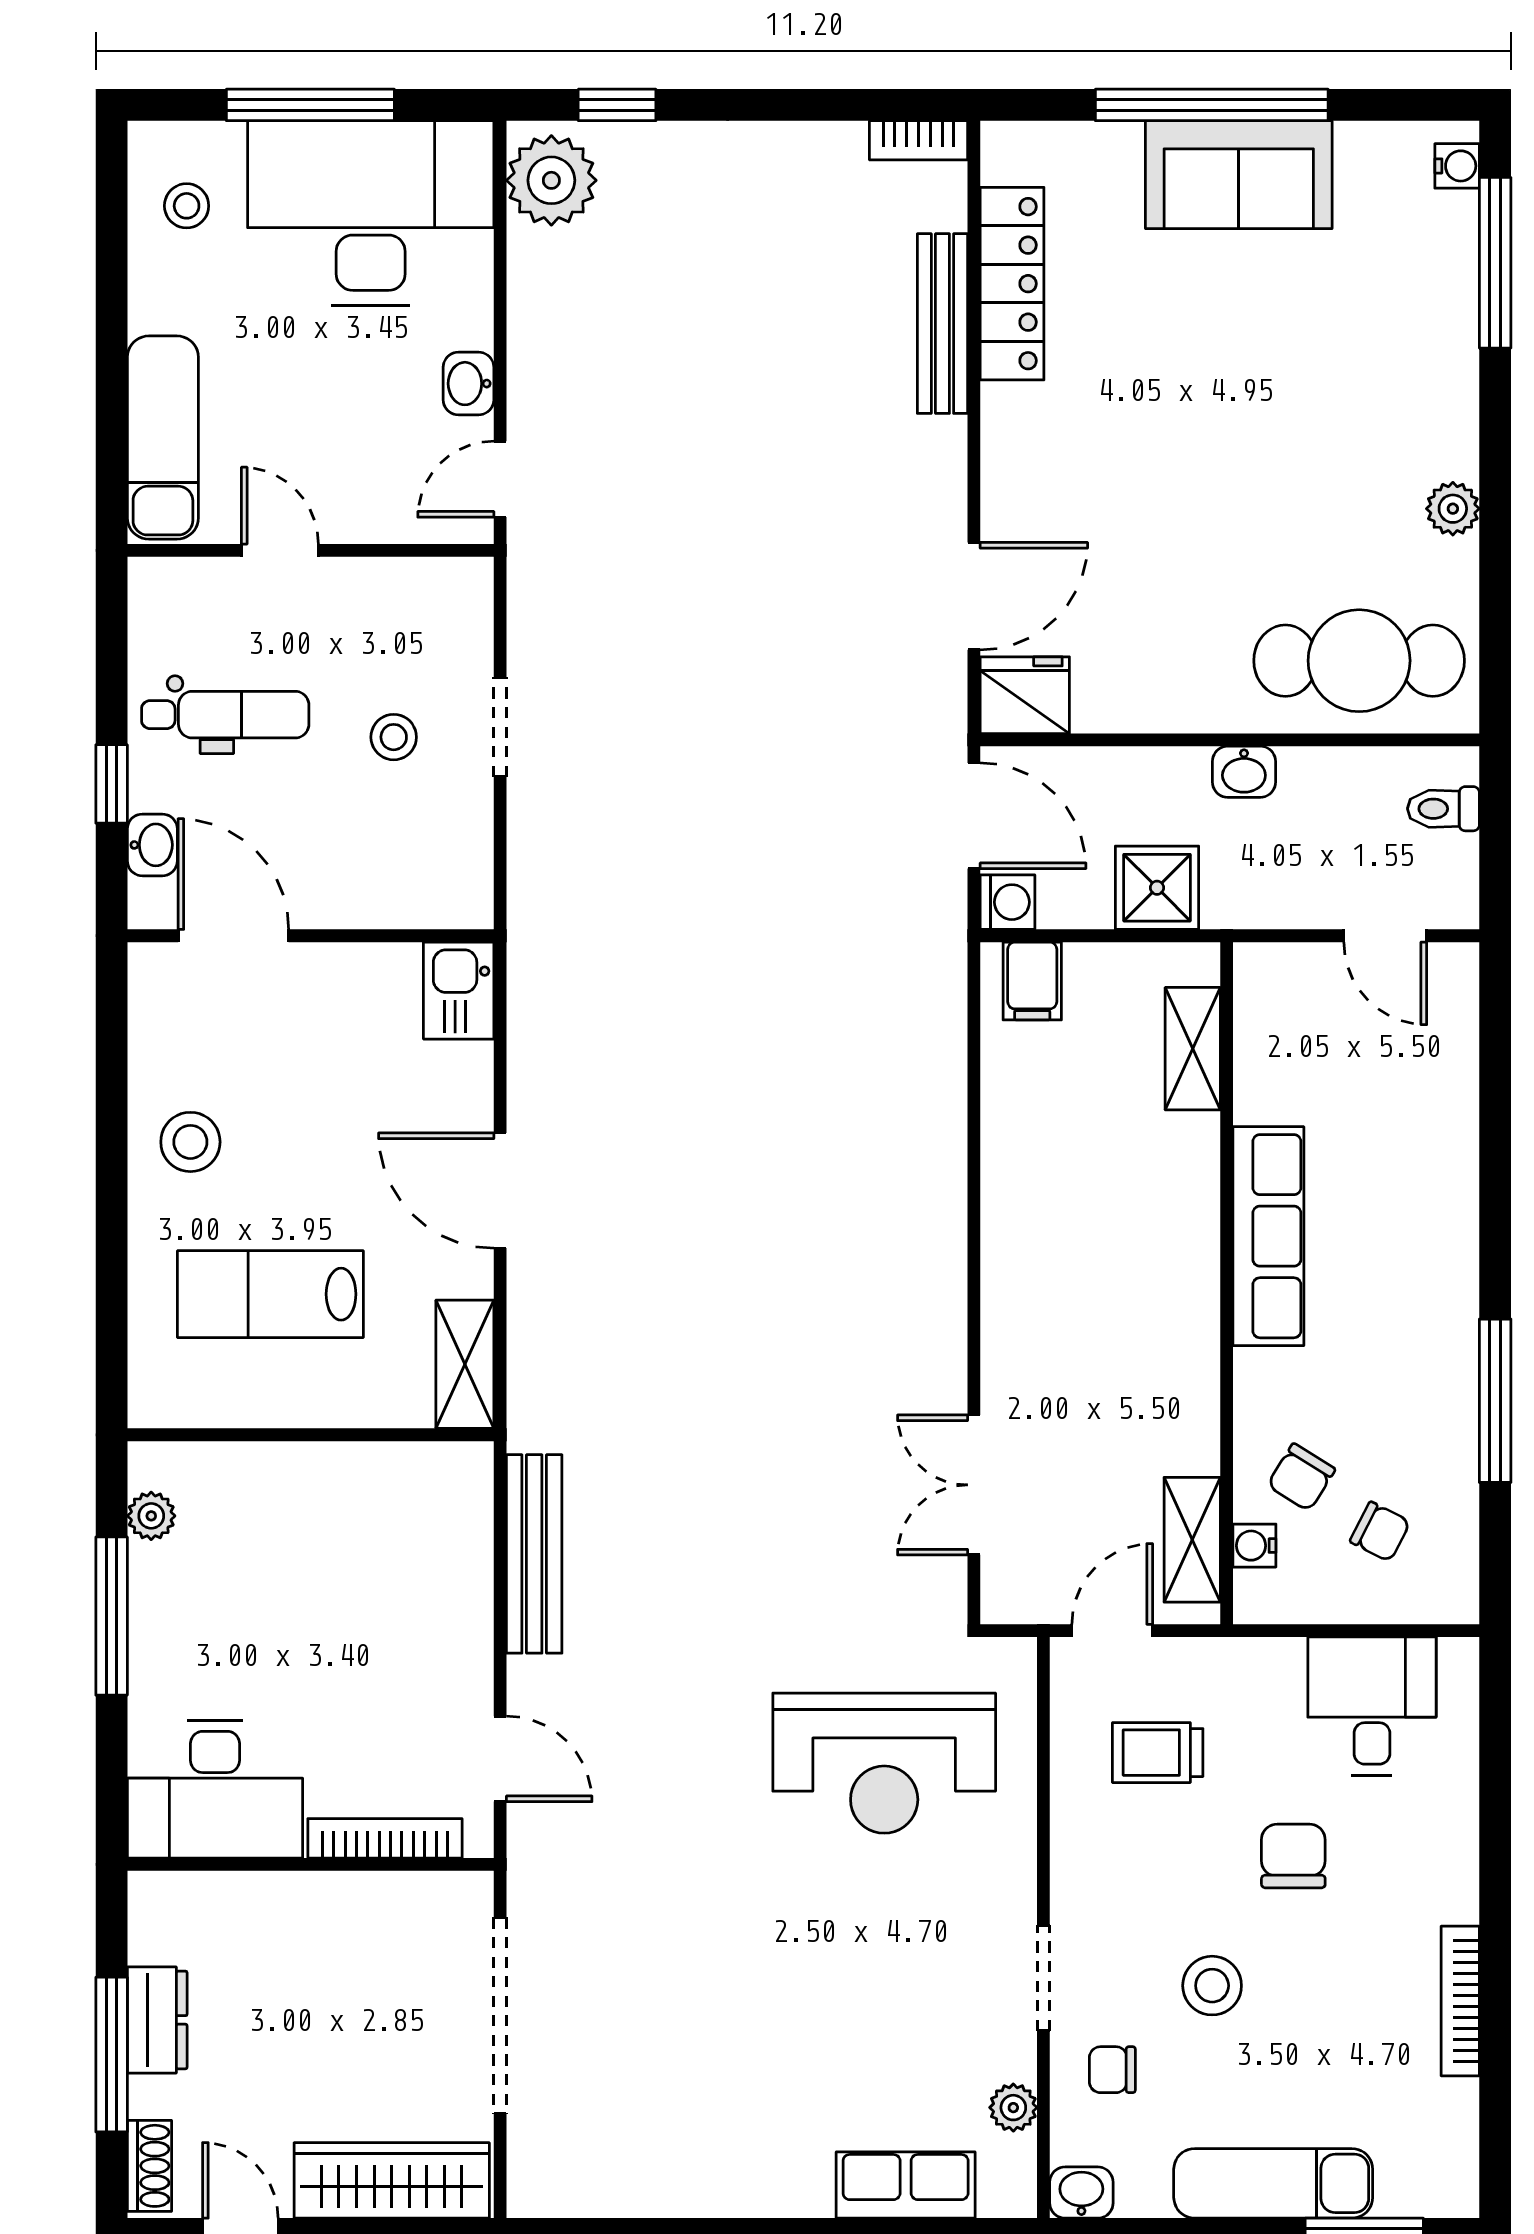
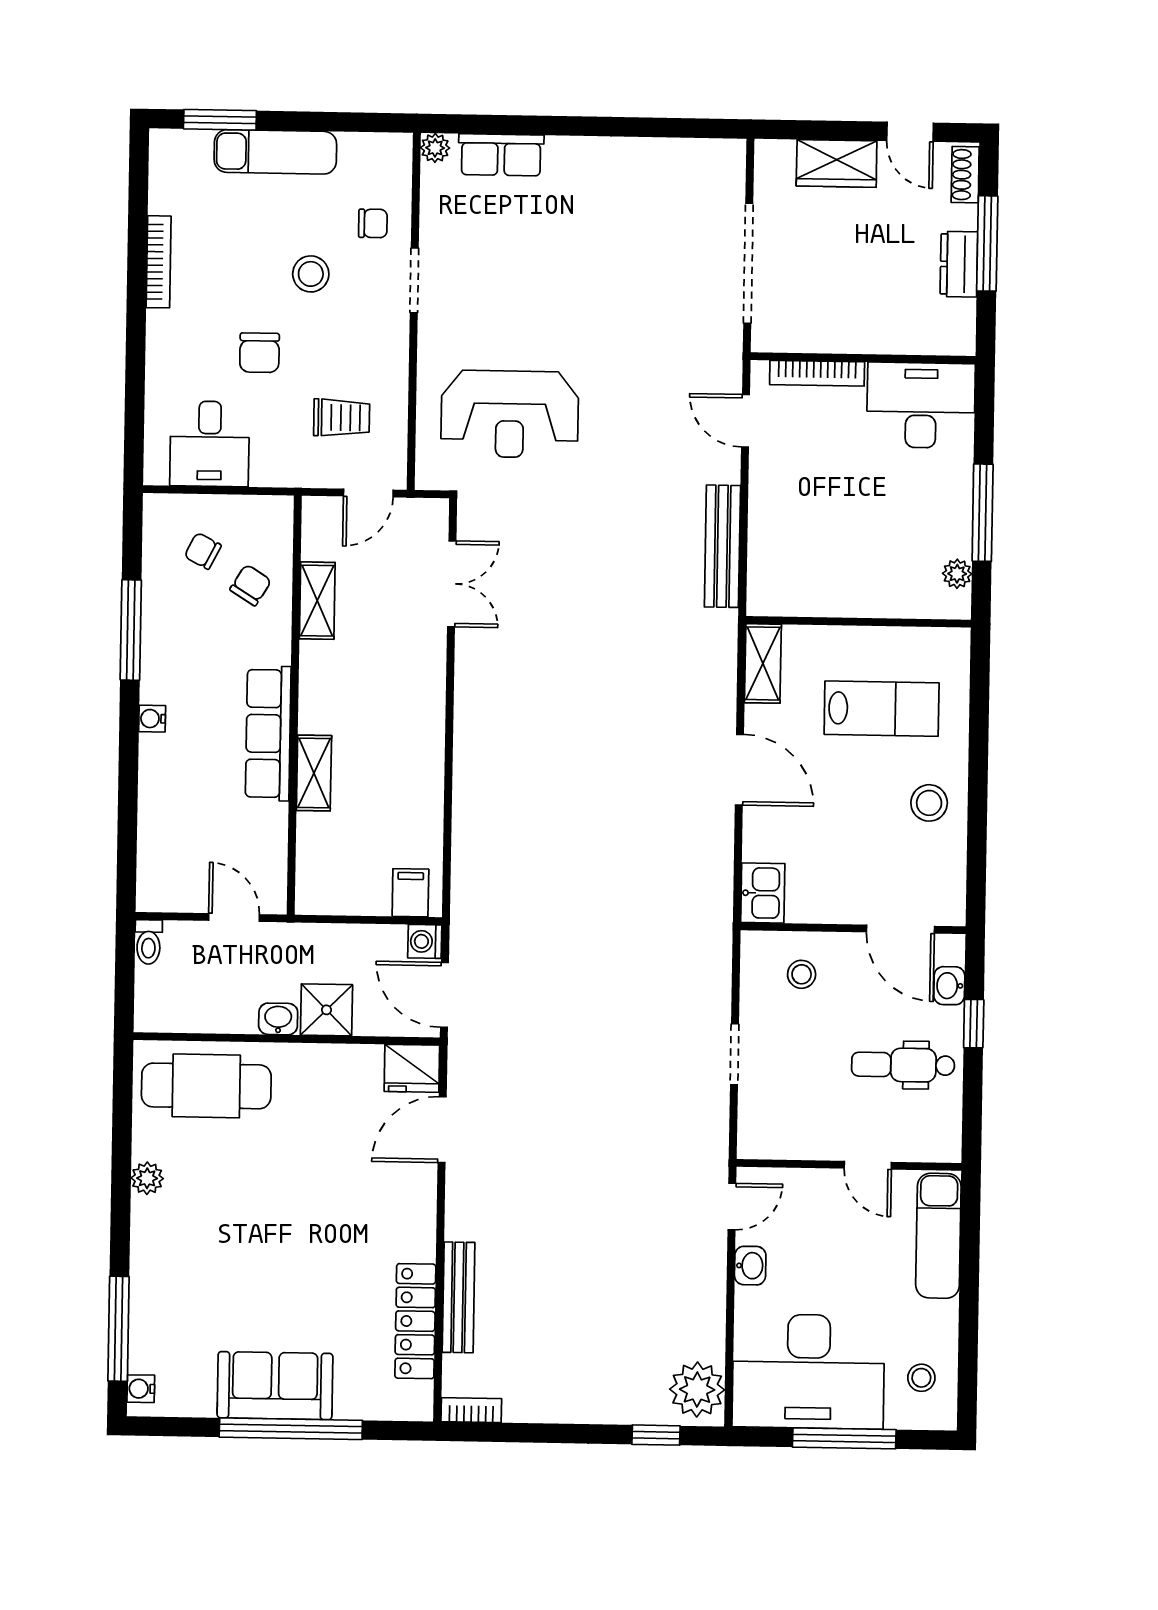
stool: (394, 737) -> (802, 974), moved
toilet: (1443, 809) -> (149, 942), moved, turned 90
shower: (1157, 888) -> (326, 1010), moved
door: (1385, 936) -> (234, 917), moved
shelving: (1193, 1049) -> (314, 773), moved
shelving: (1192, 1540) -> (317, 601), moved
water cooler: (1254, 1546) -> (152, 719), moved, turned 180
reception desk: (884, 1763) -> (510, 414), turned 180
plant: (1013, 2108) -> (435, 148), moved
wardrobe: (392, 2180) -> (837, 163), width x0.67
washbasin: (1081, 2193) -> (393, 148), removed

